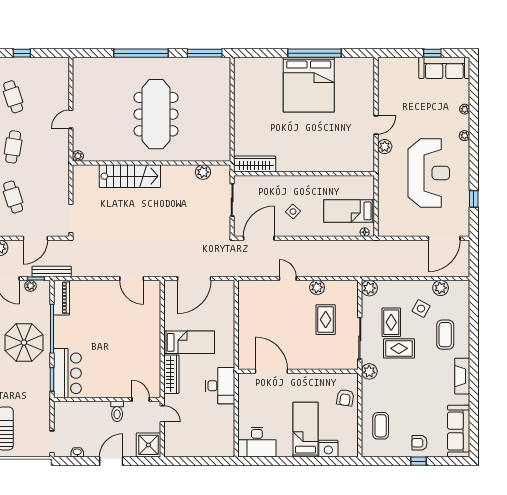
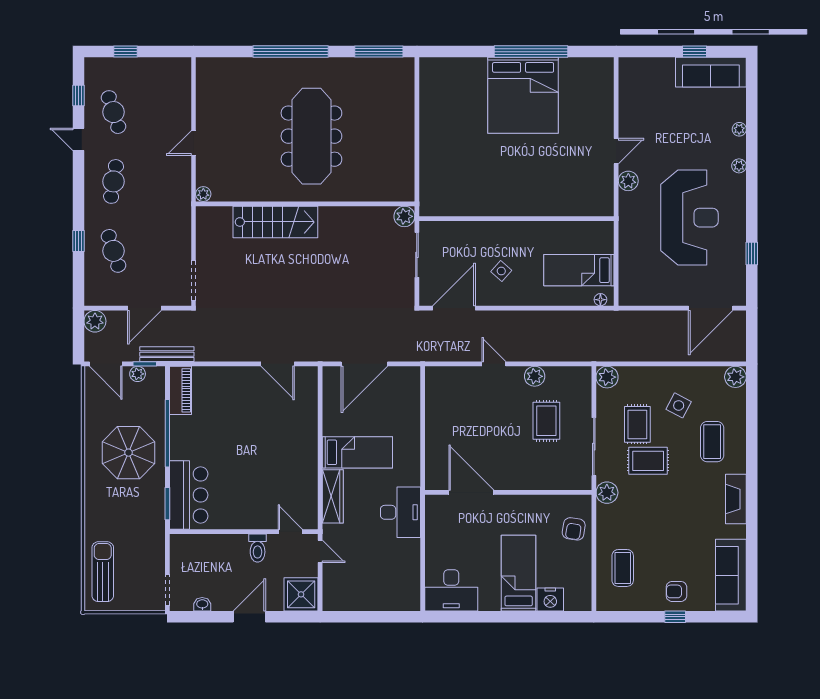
wardrobe: (255, 164) -> (448, 205), removed
plant: (203, 172) -> (404, 216), moved
plant: (441, 288) -> (735, 377), moved

